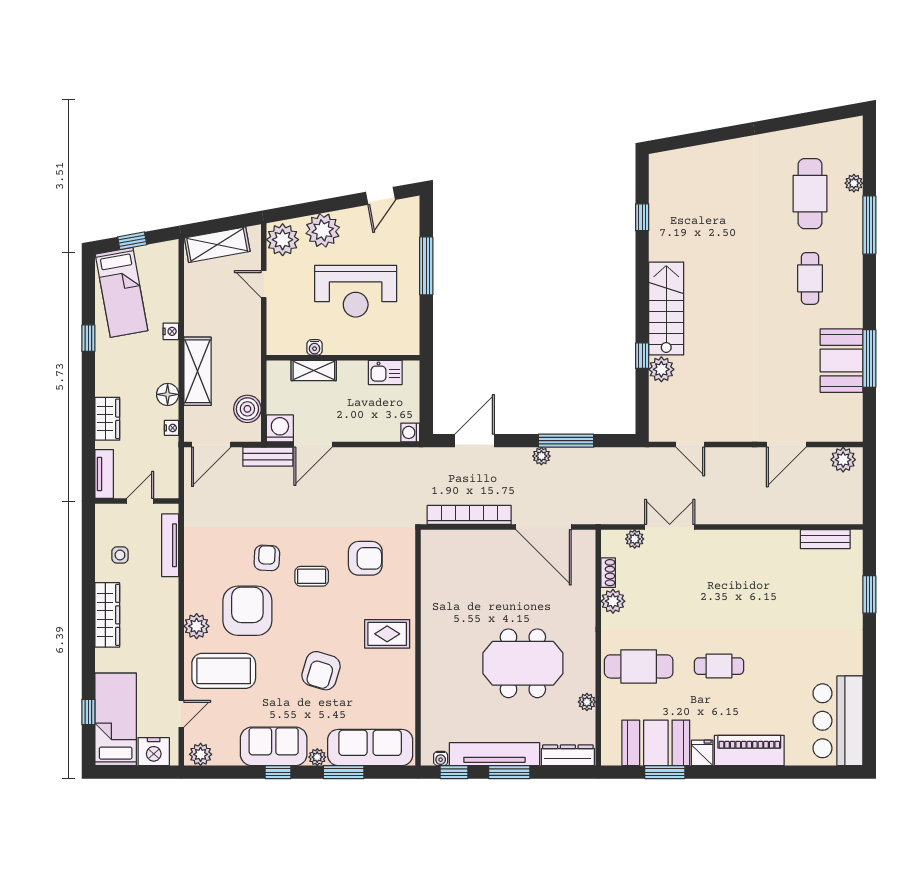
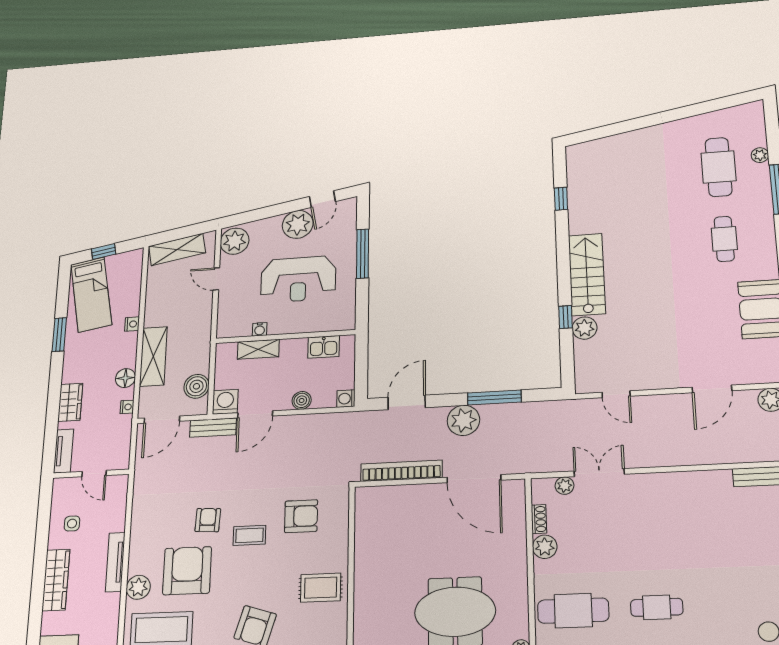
plant: (323, 230) -> (298, 224), moved
window: (88, 338) -> (59, 334), width x1.50
boiler: (363, 432) -> (302, 400), added
plant: (541, 456) -> (463, 420), width x1.87, depth x1.87
door: (140, 501) -> (94, 473), swing flipped
tv unit: (170, 545) -> (115, 562), moved

